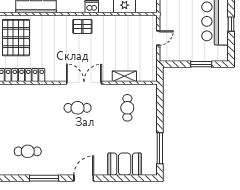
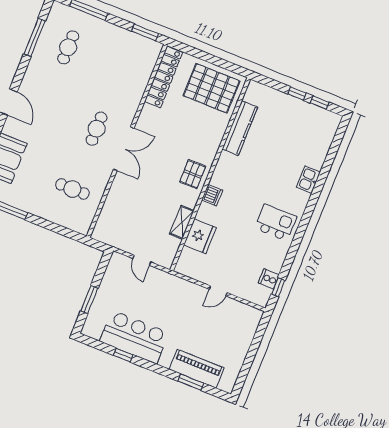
shelving: (124, 76) -> (182, 222), moved
window: (44, 178) -> (35, 37), moved

